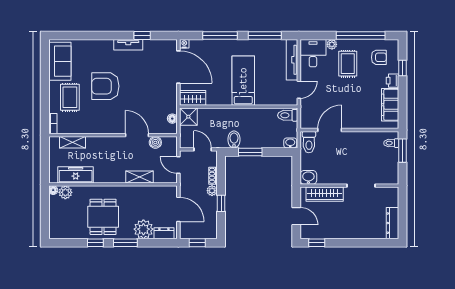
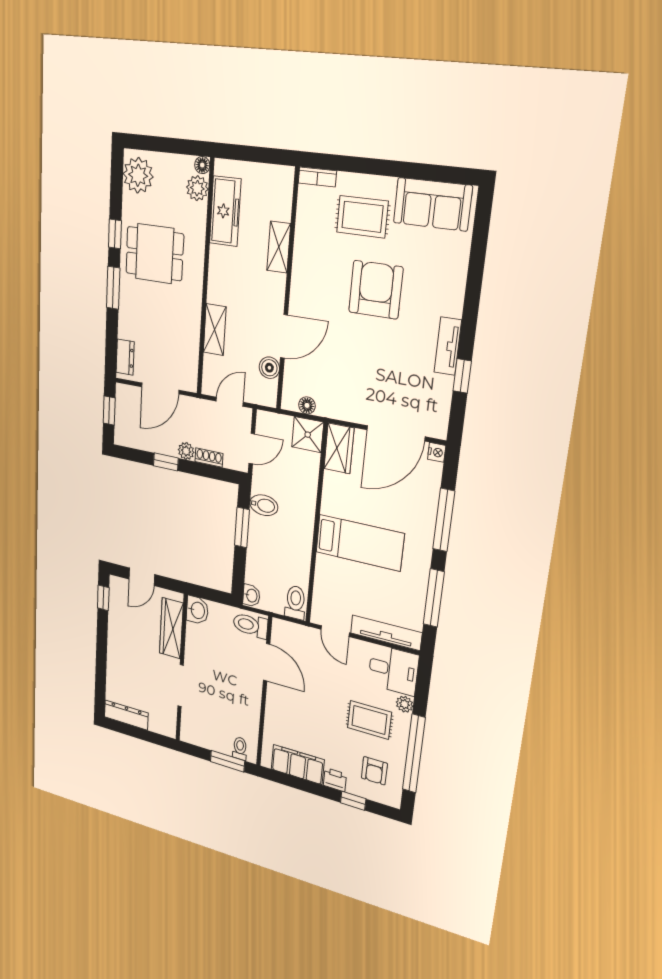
shelving: (72, 142) -> (279, 247), moved
plant: (143, 229) -> (138, 175), moved

